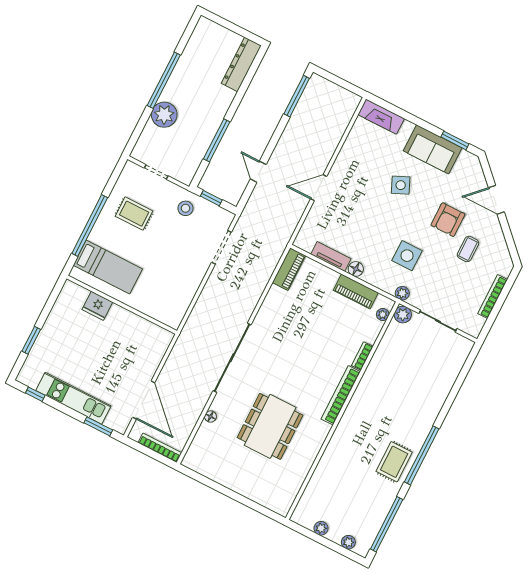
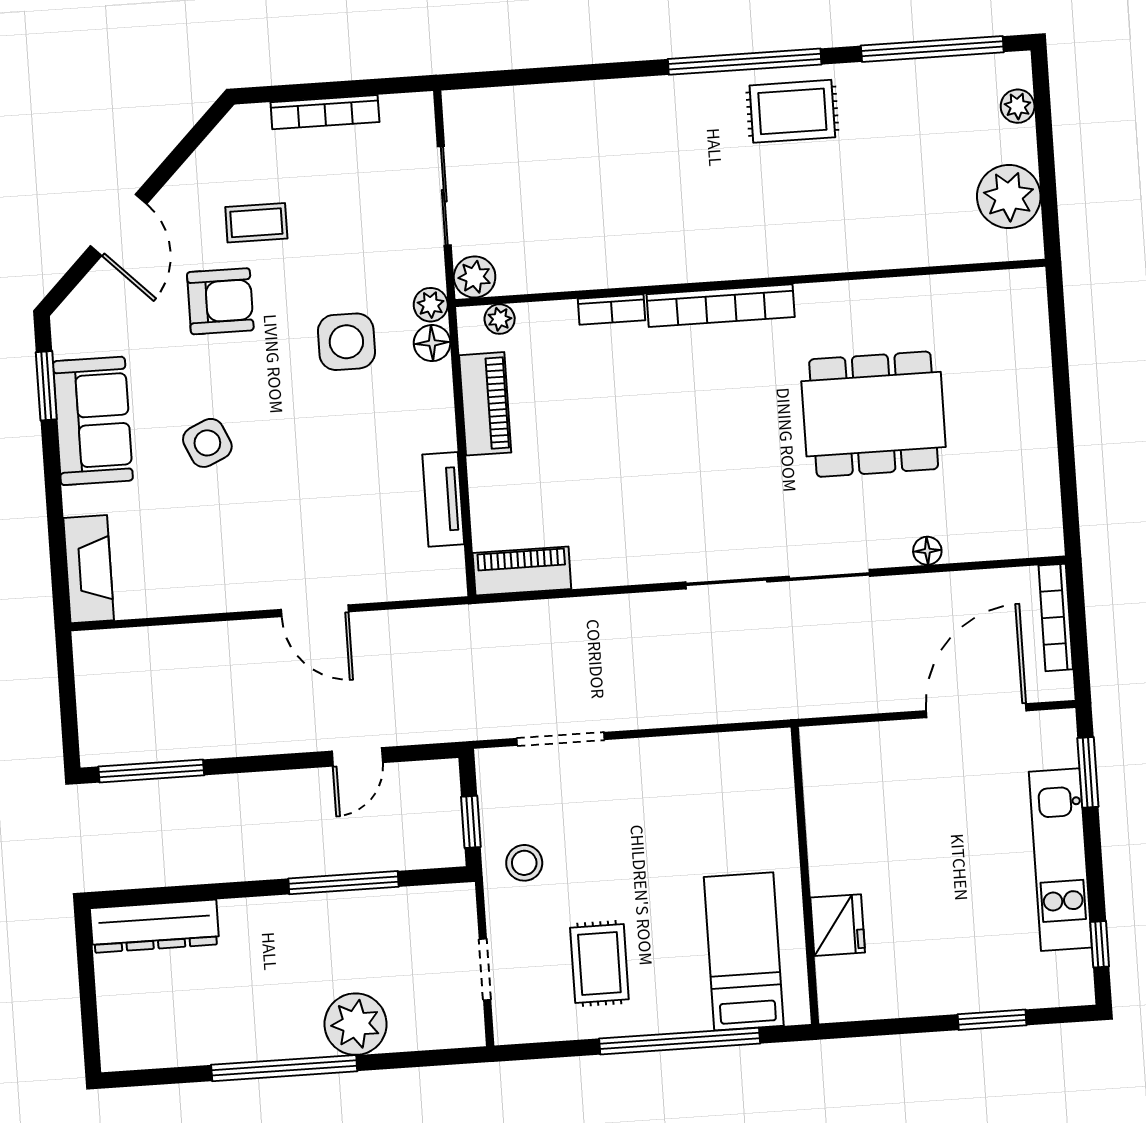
floor lamp: (356, 269) -> (432, 343), moved
plant: (321, 528) -> (1009, 197), width x1.87, depth x1.87

